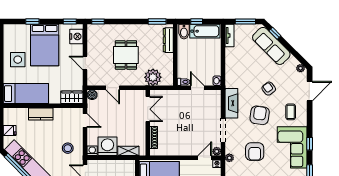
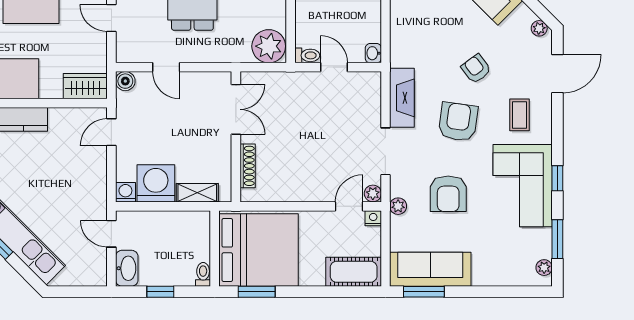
plant: (153, 77) -> (269, 46), moved
door: (85, 121) -> (111, 132), swing flipped
stool: (68, 148) -> (77, 187), removed

